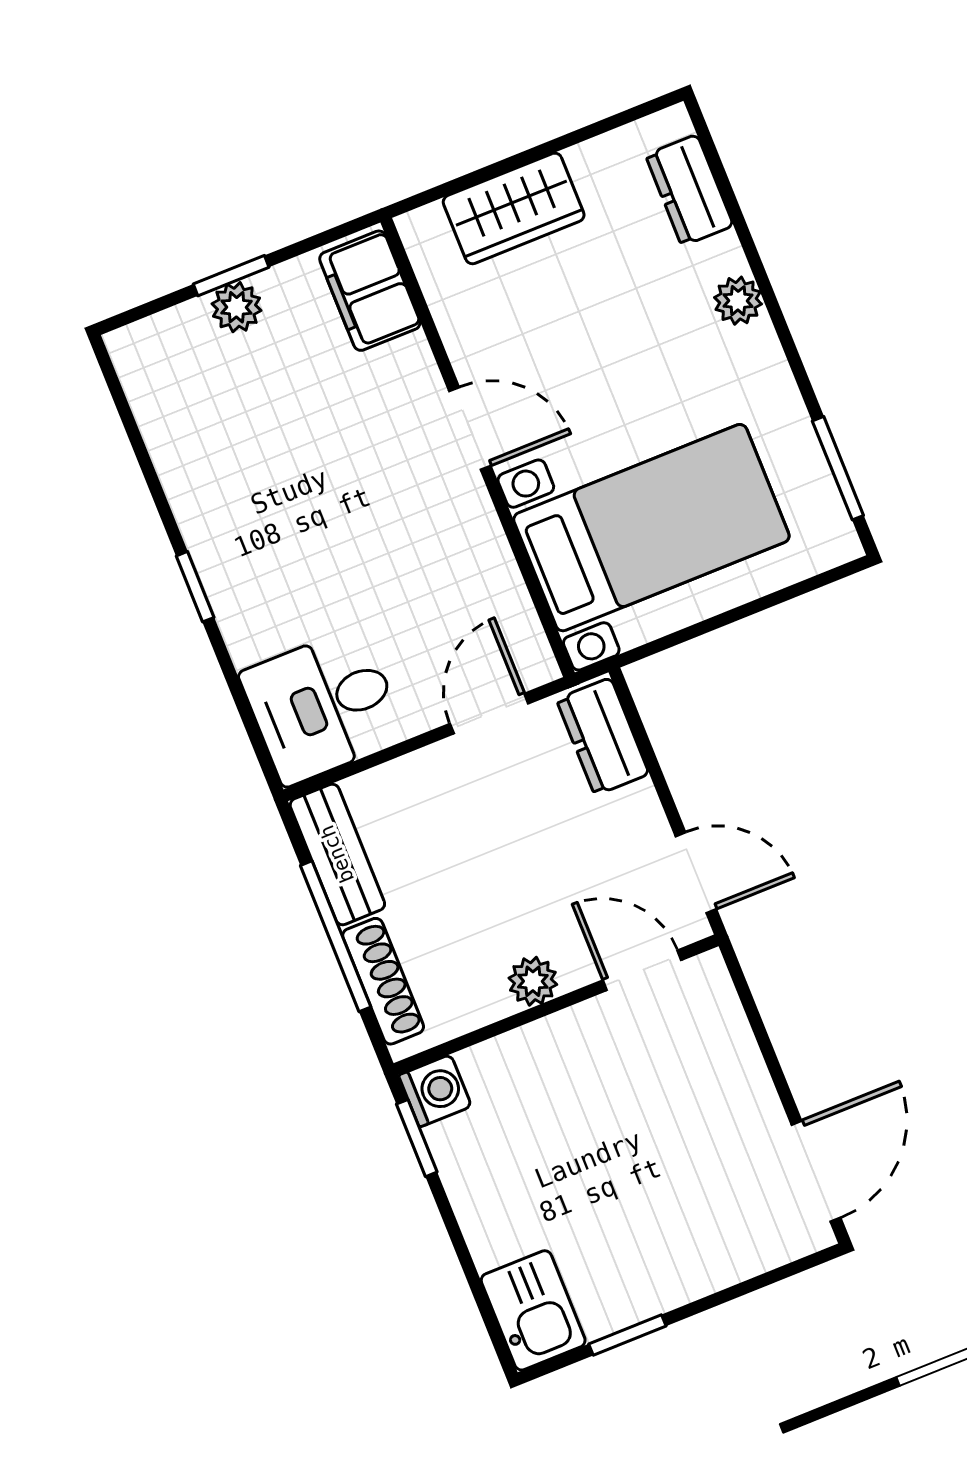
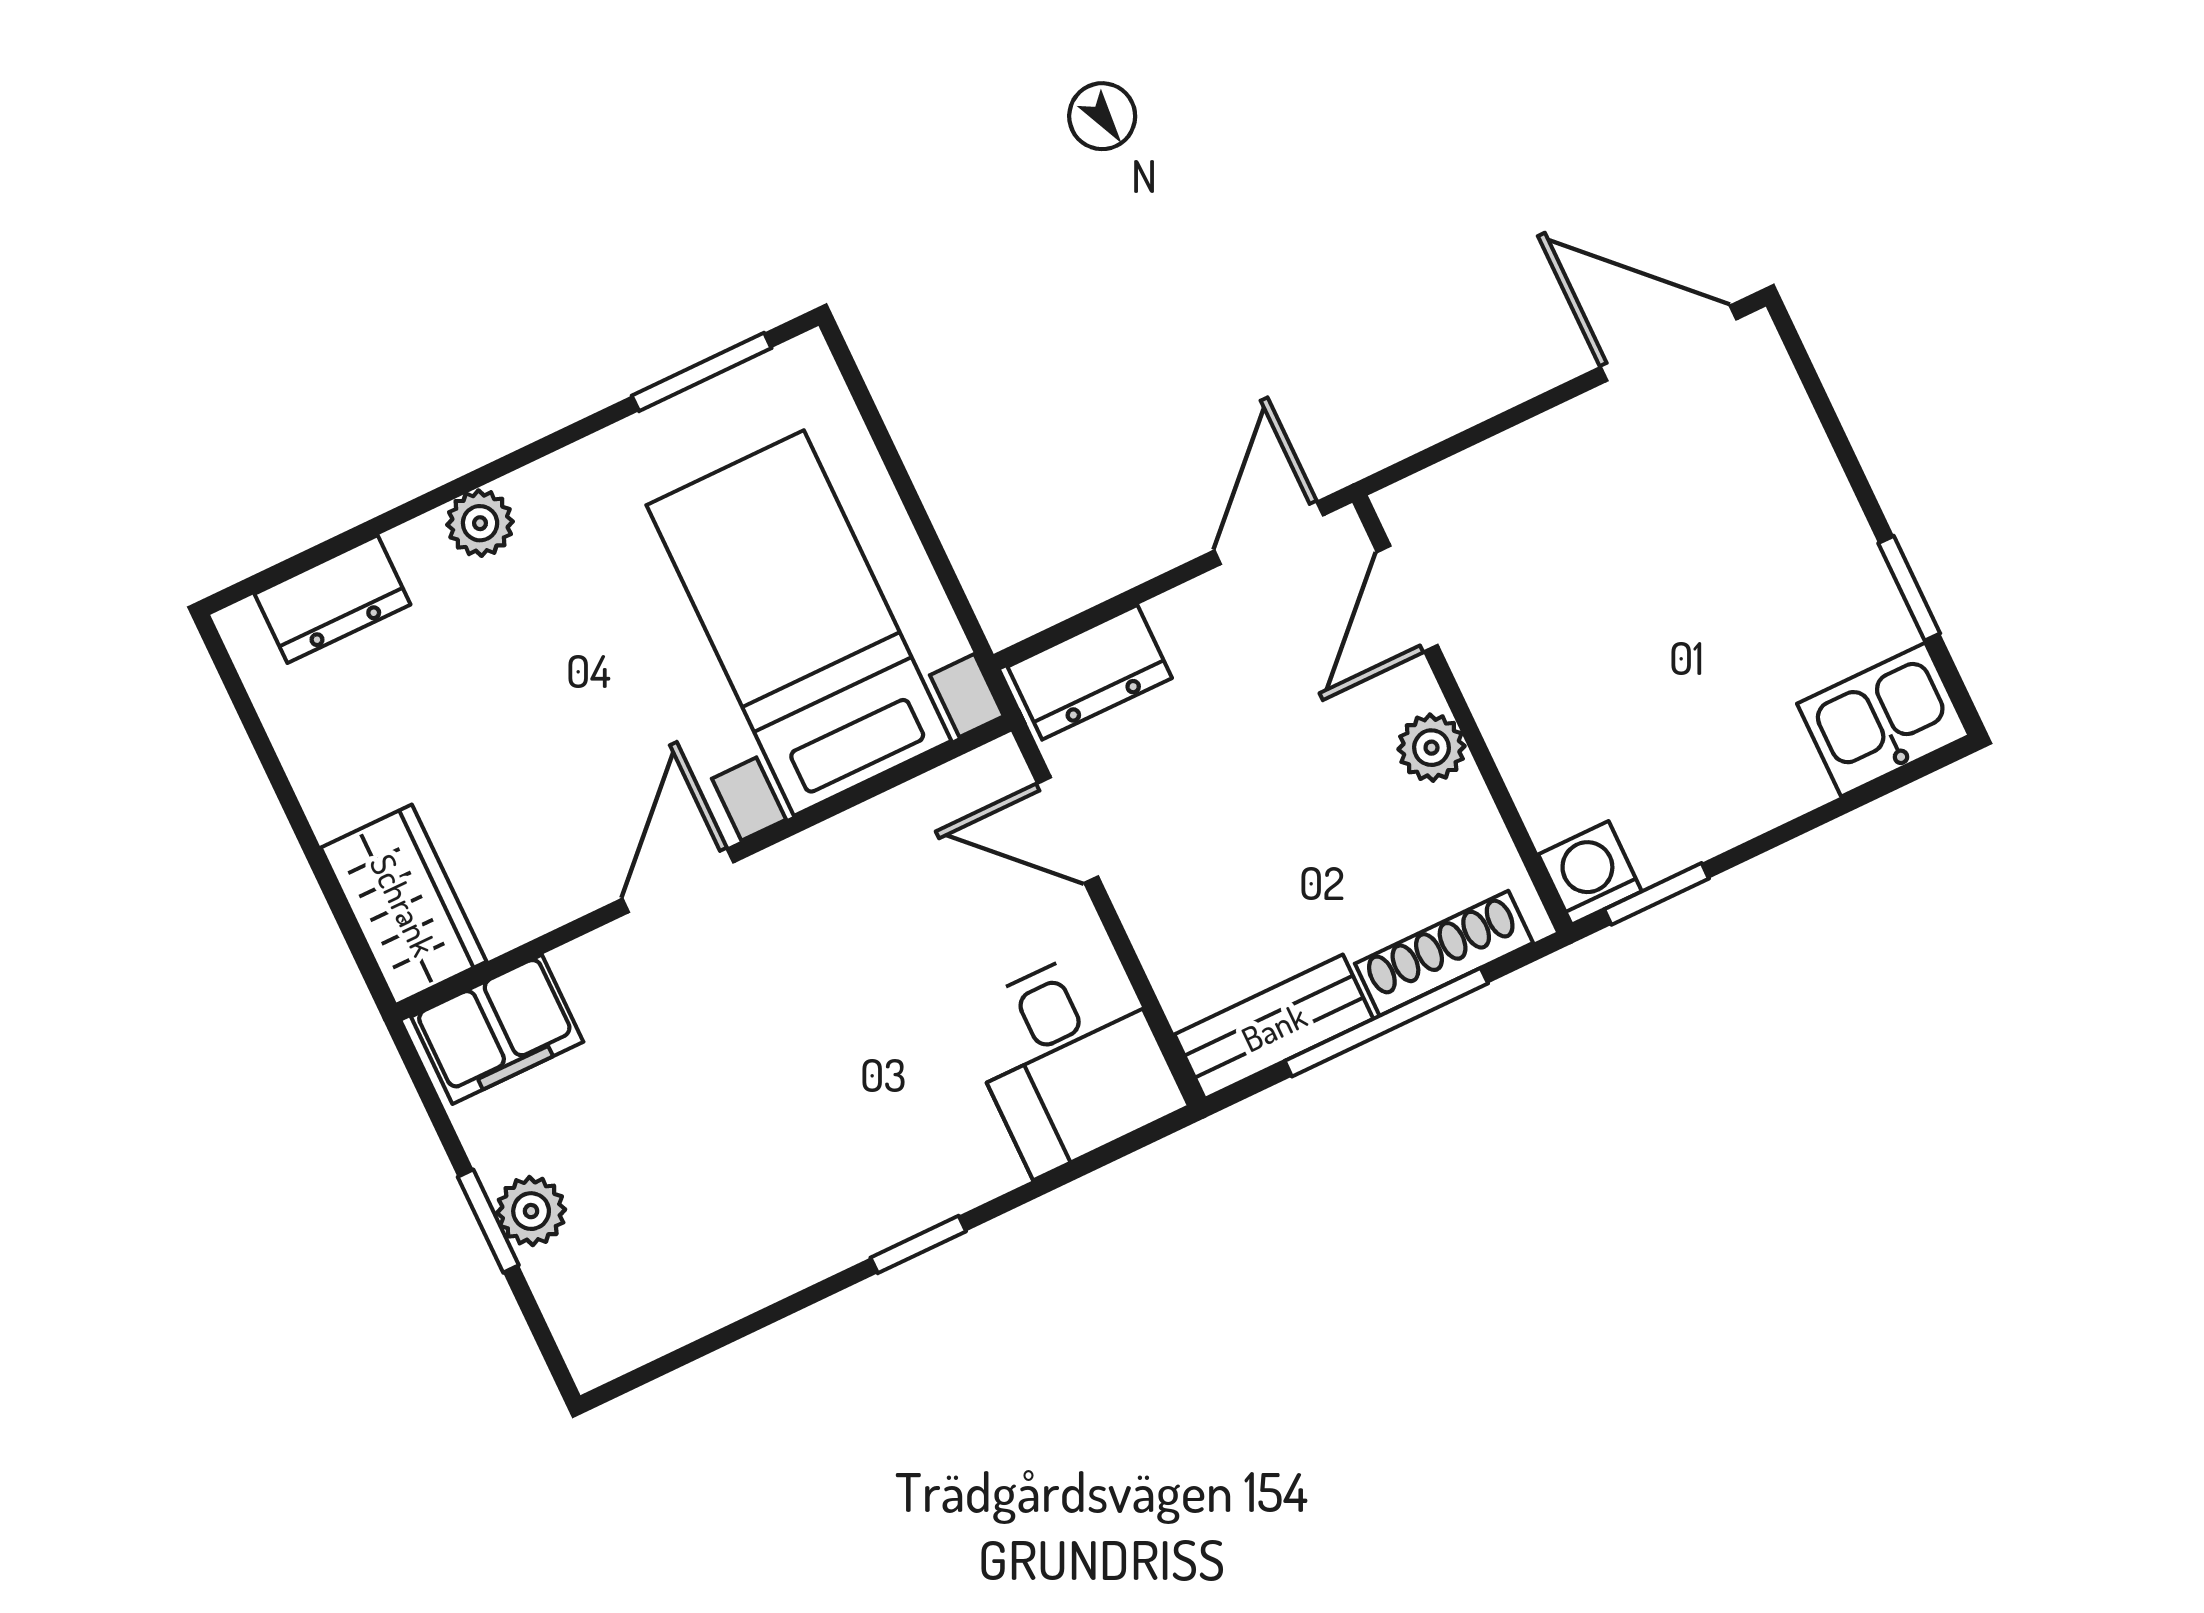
wardrobe: (514, 208) -> (404, 905), moved

